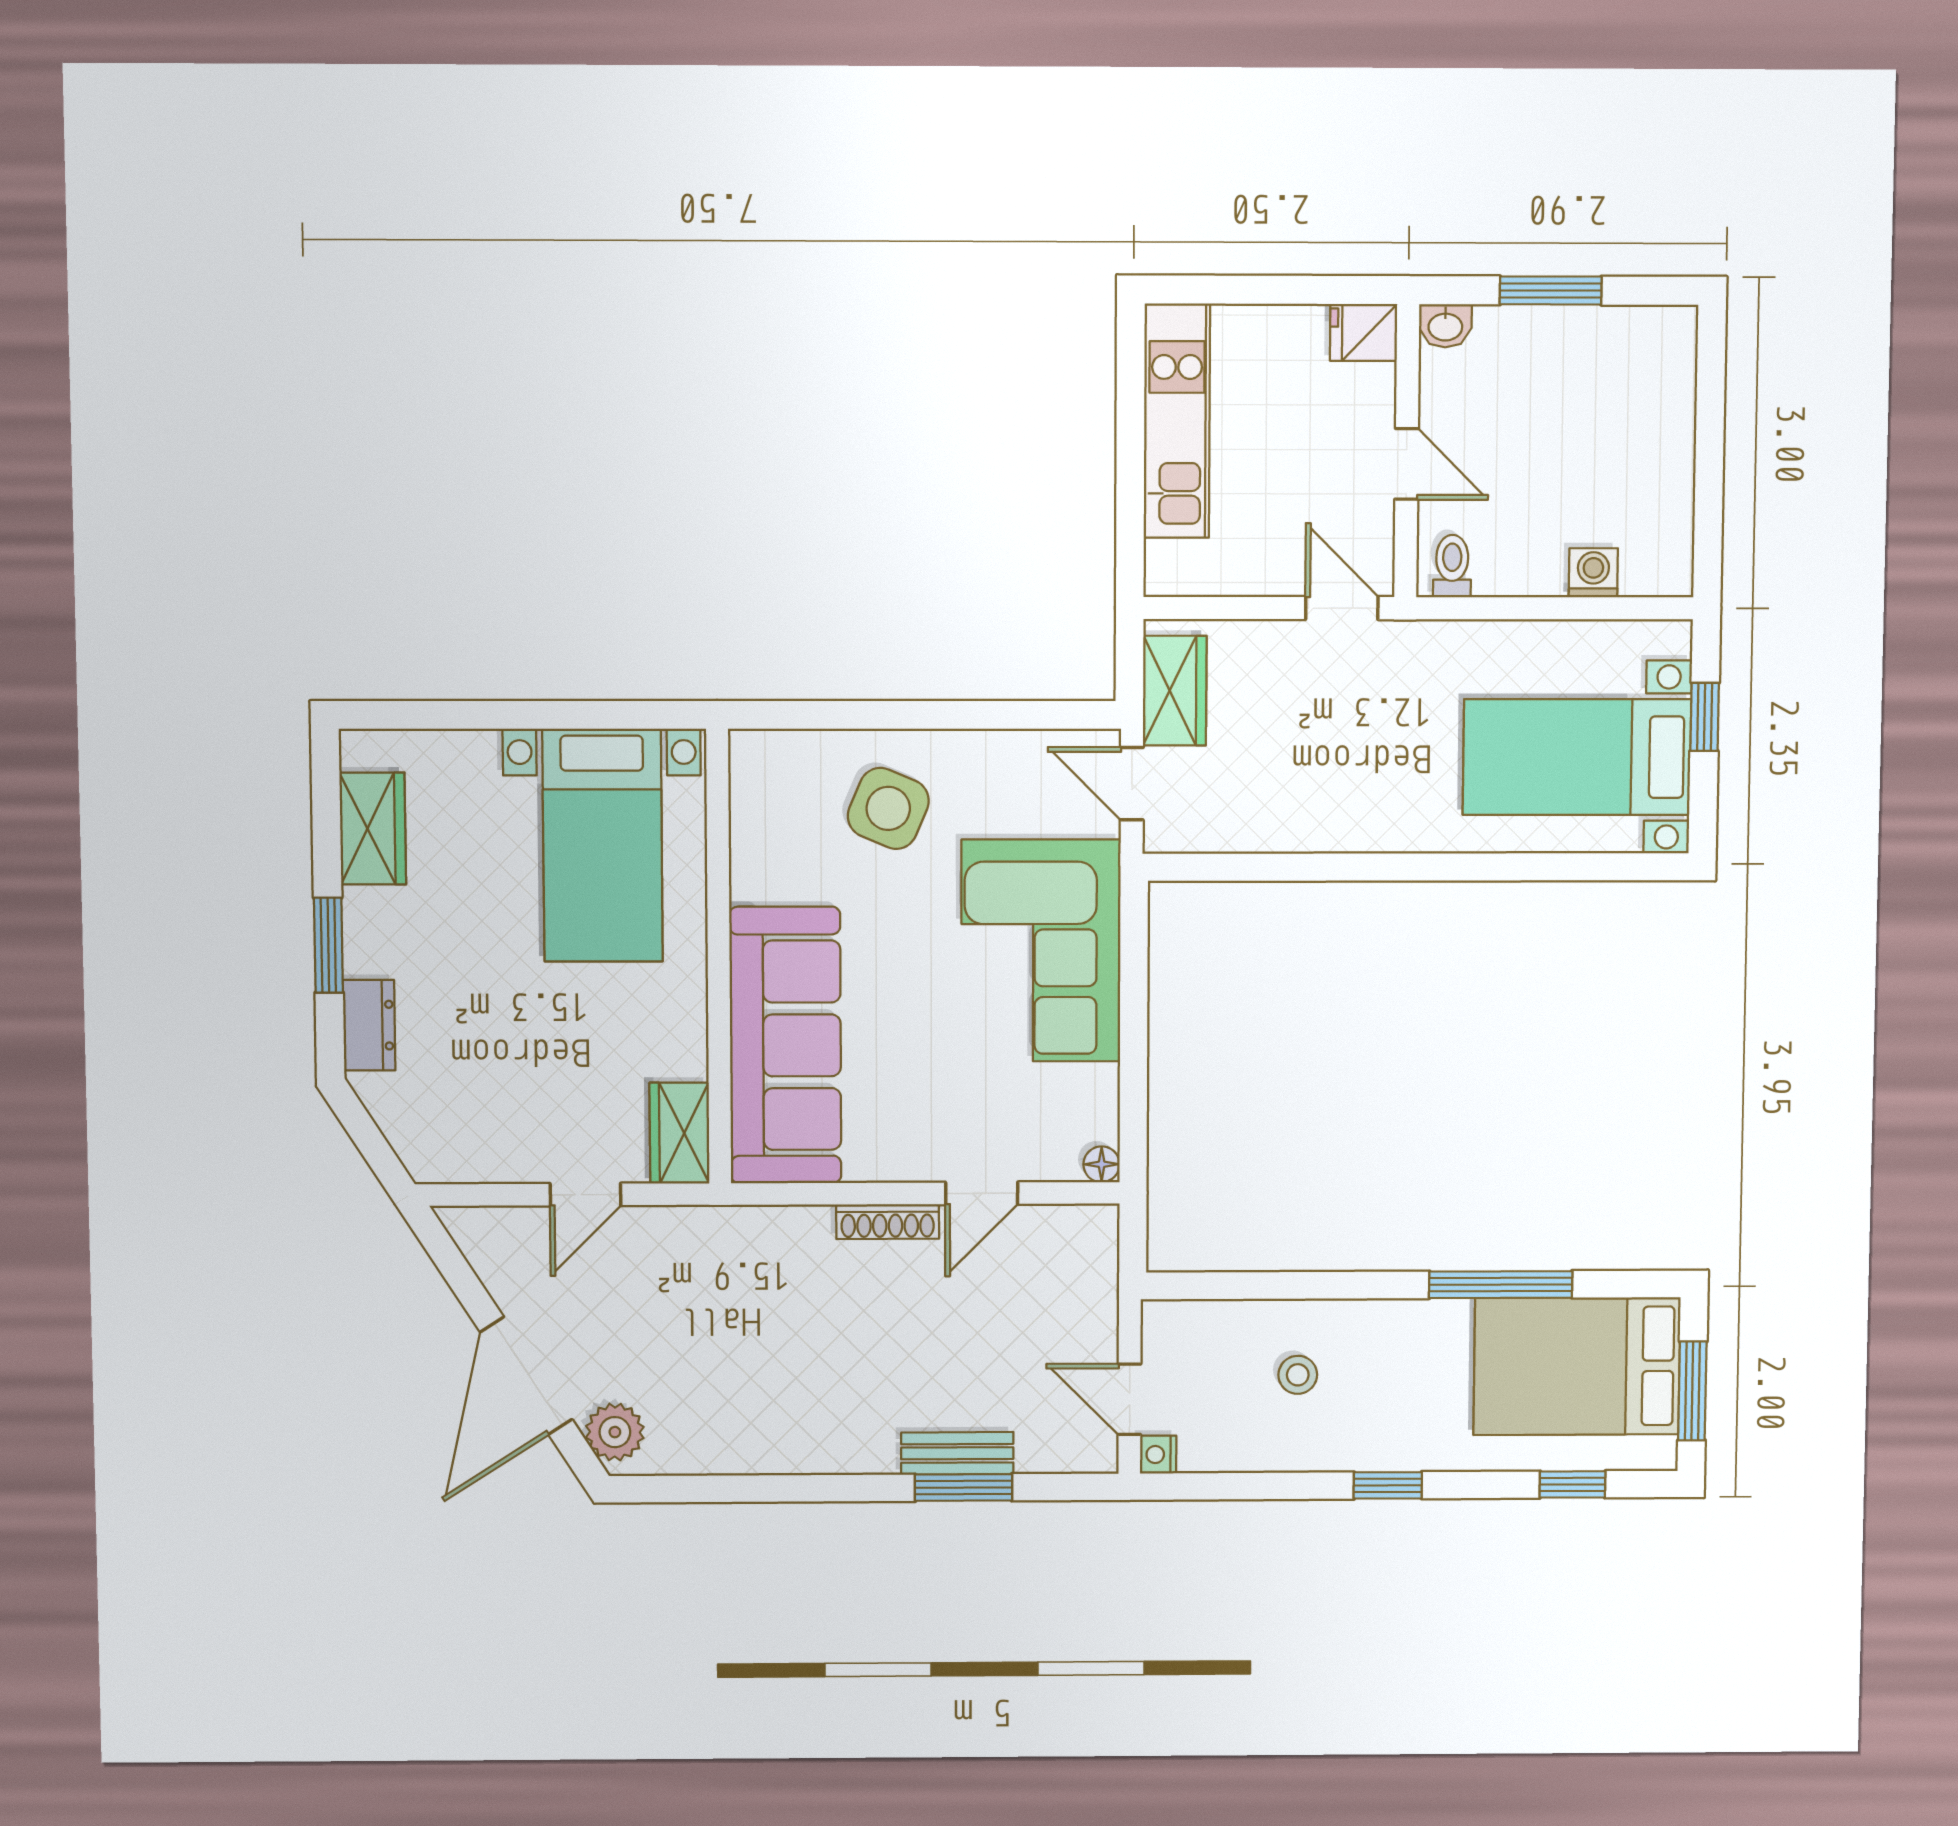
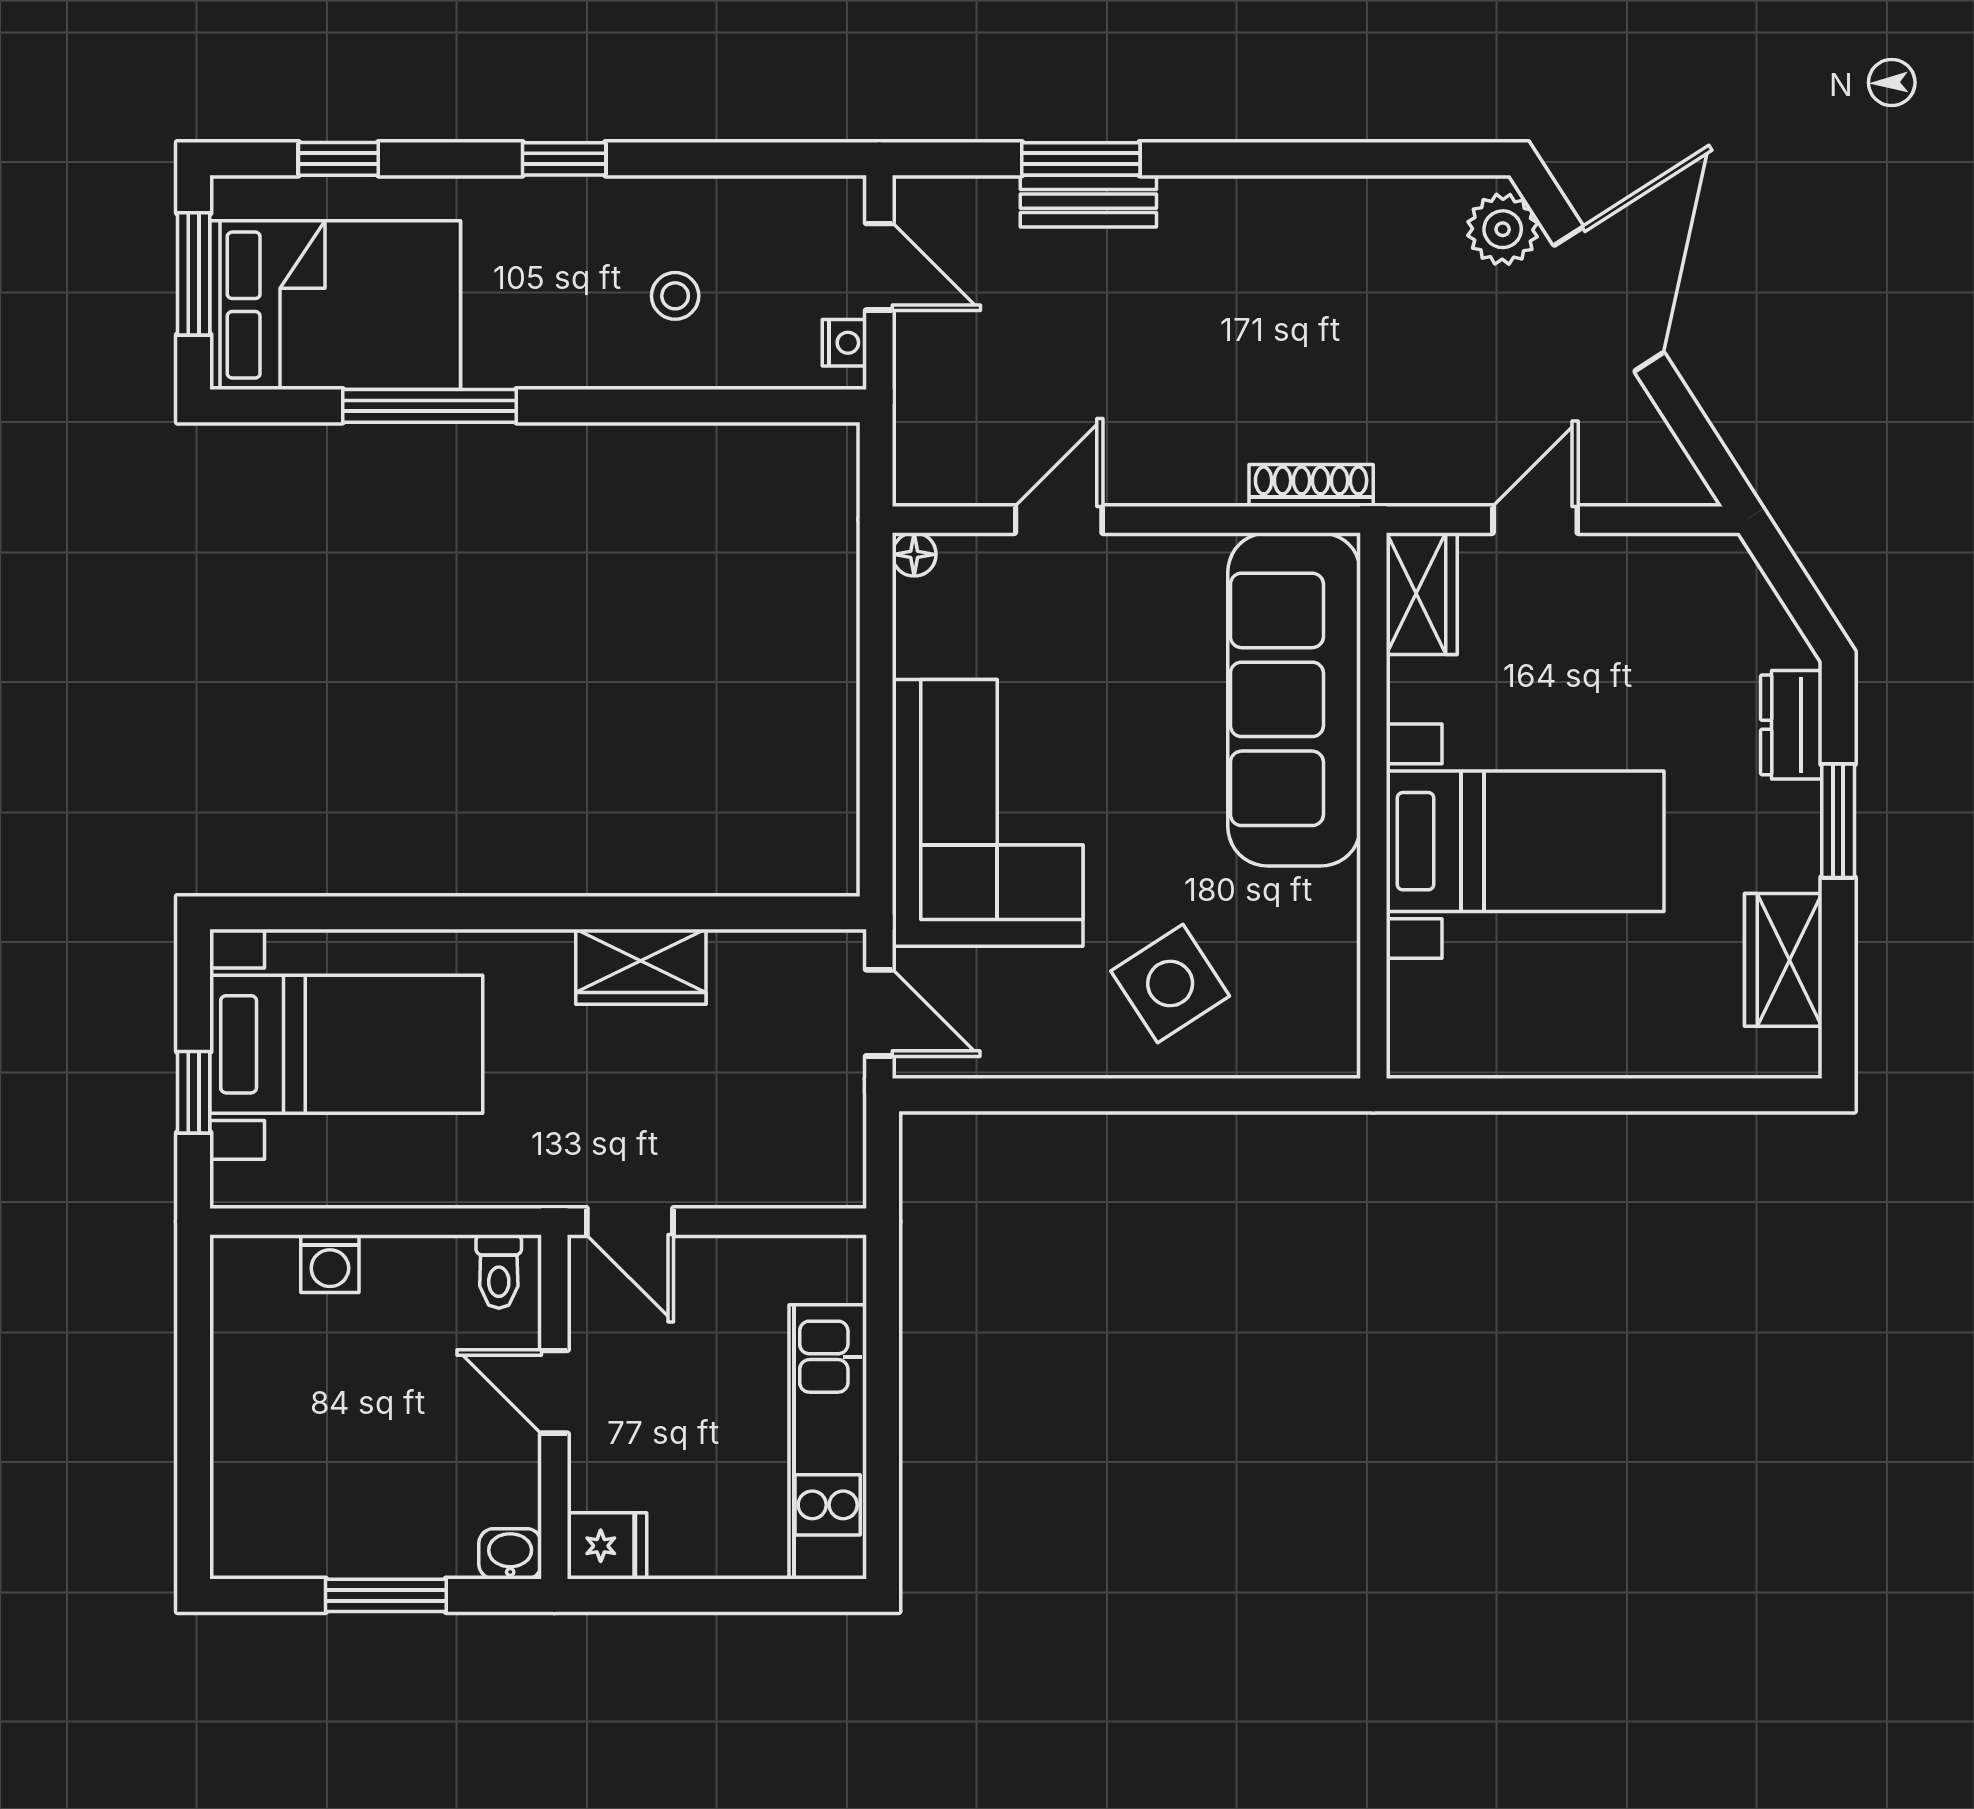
wardrobe: (1175, 691) -> (641, 967), moved, turned -90
side table: (888, 808) -> (1170, 983), turned 34
bed with nightstands: (603, 845) -> (1525, 841), moved, turned 90
shoe rack: (888, 1222) -> (1311, 485), moved
nightstand: (1158, 1454) -> (844, 343), moved

